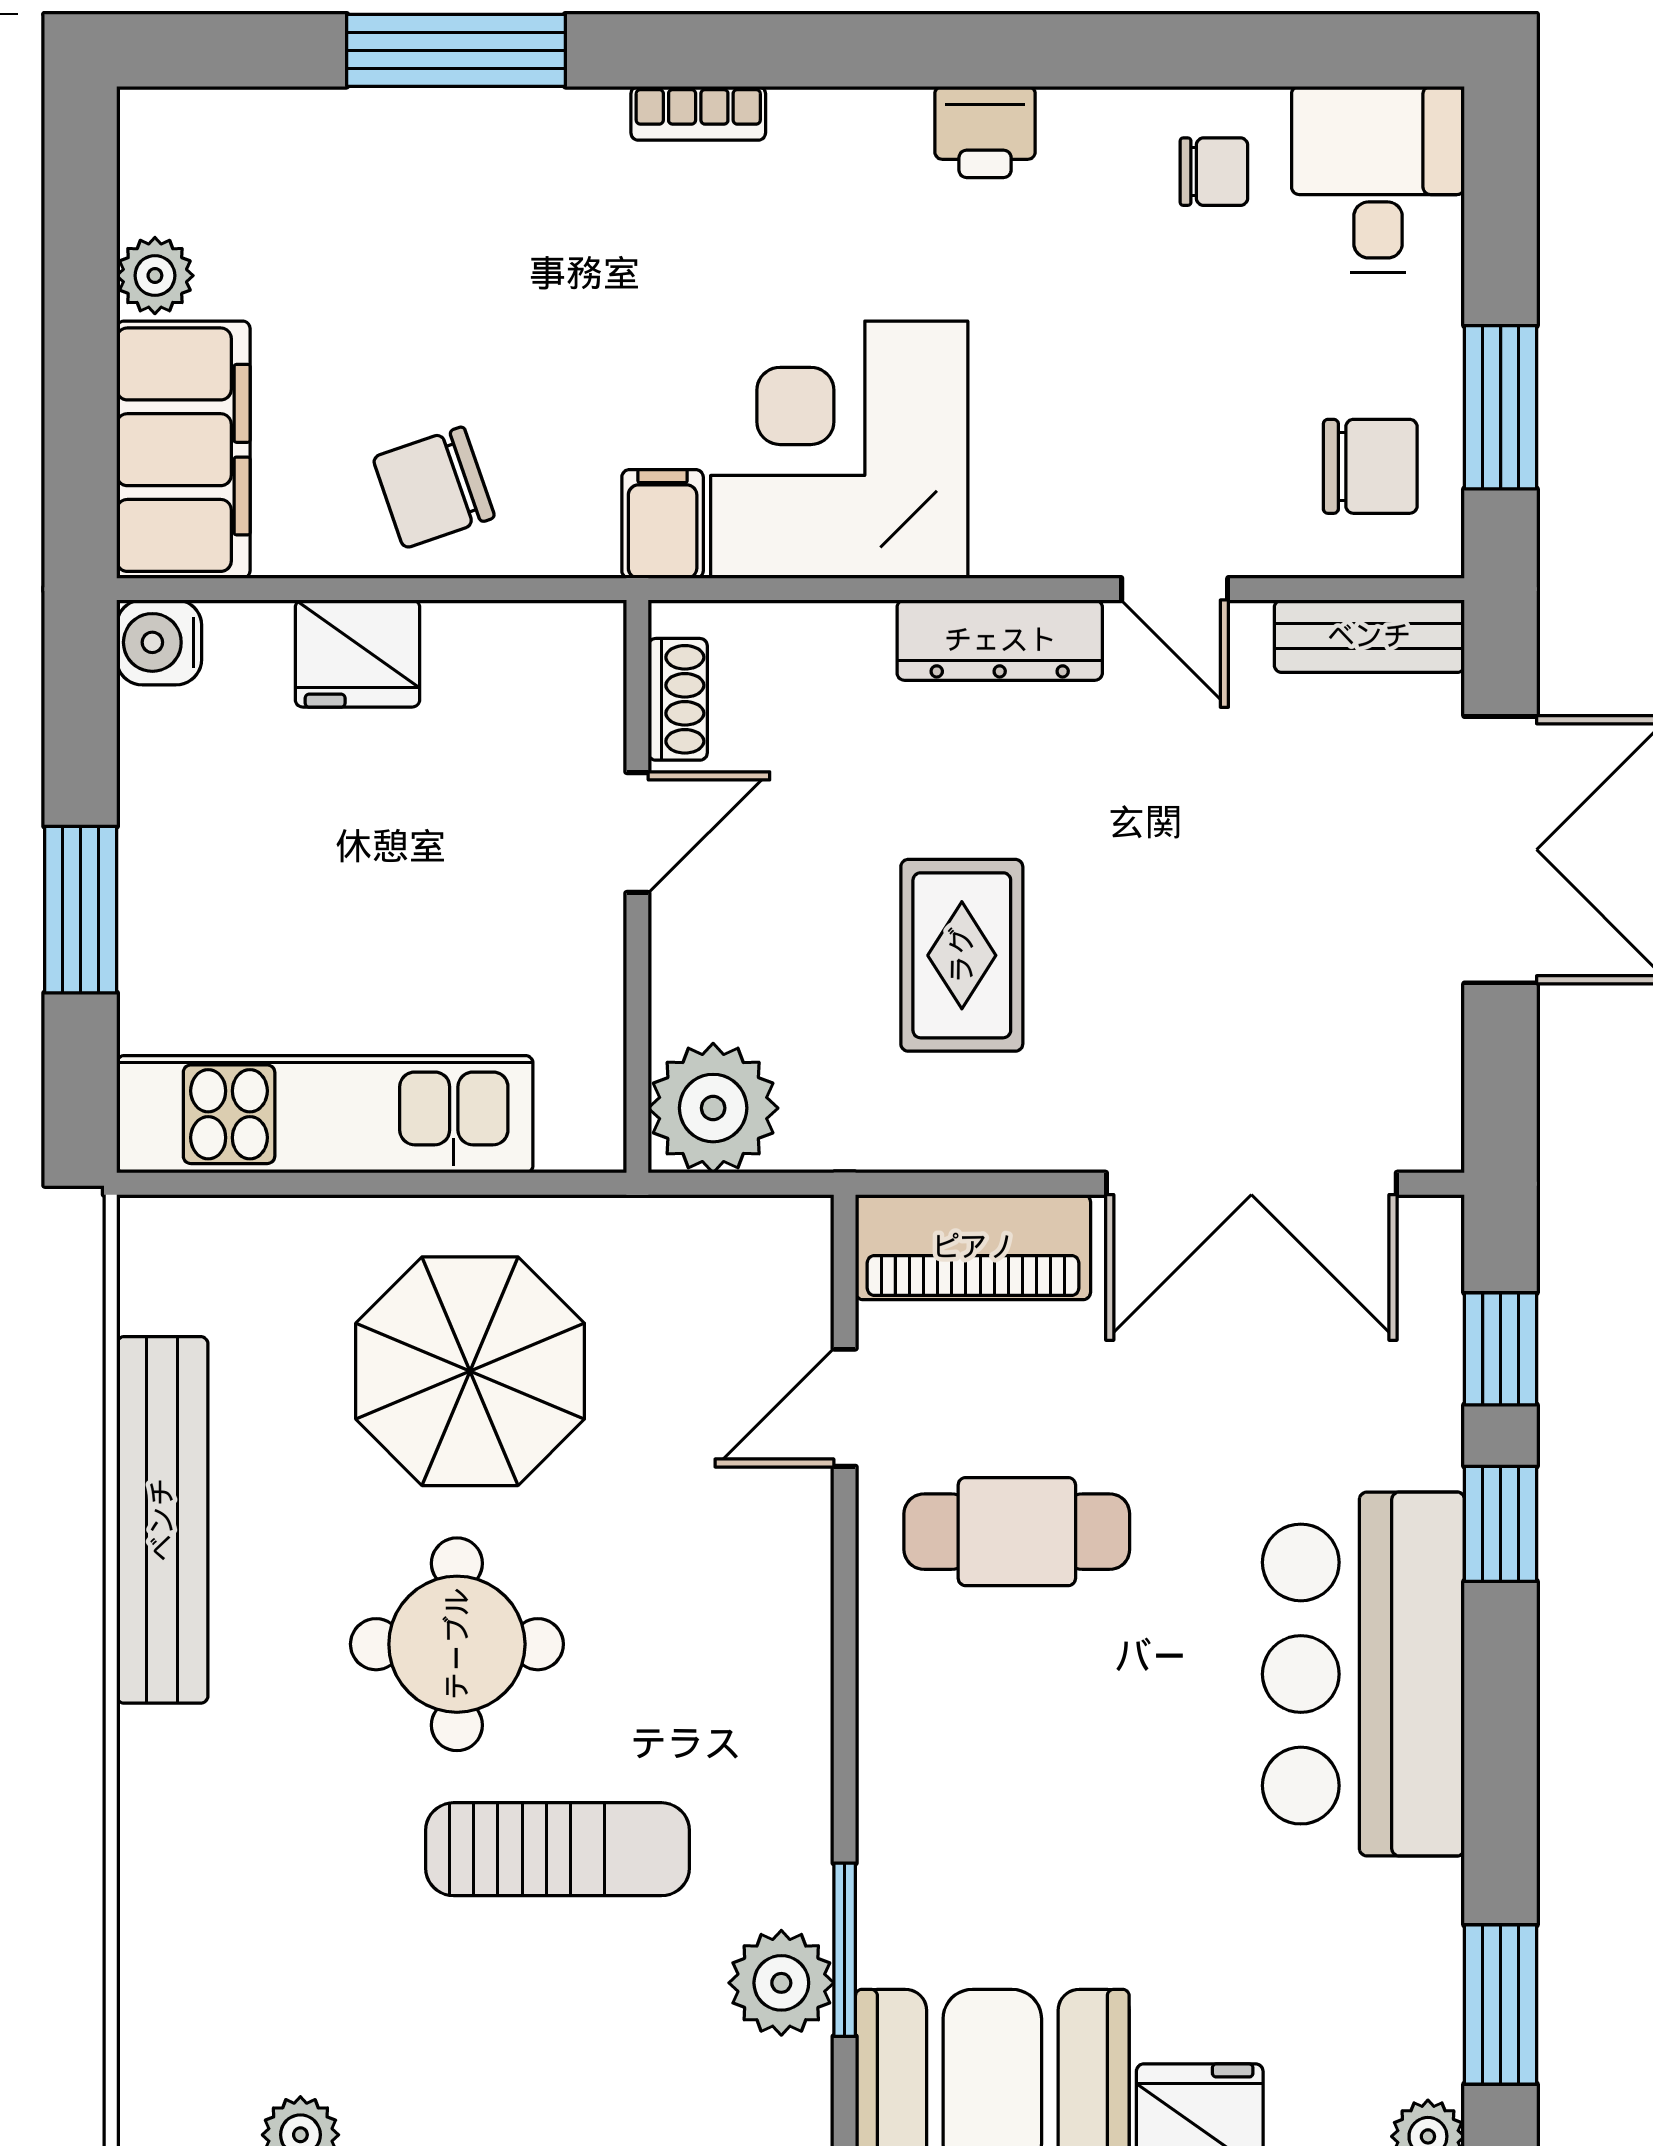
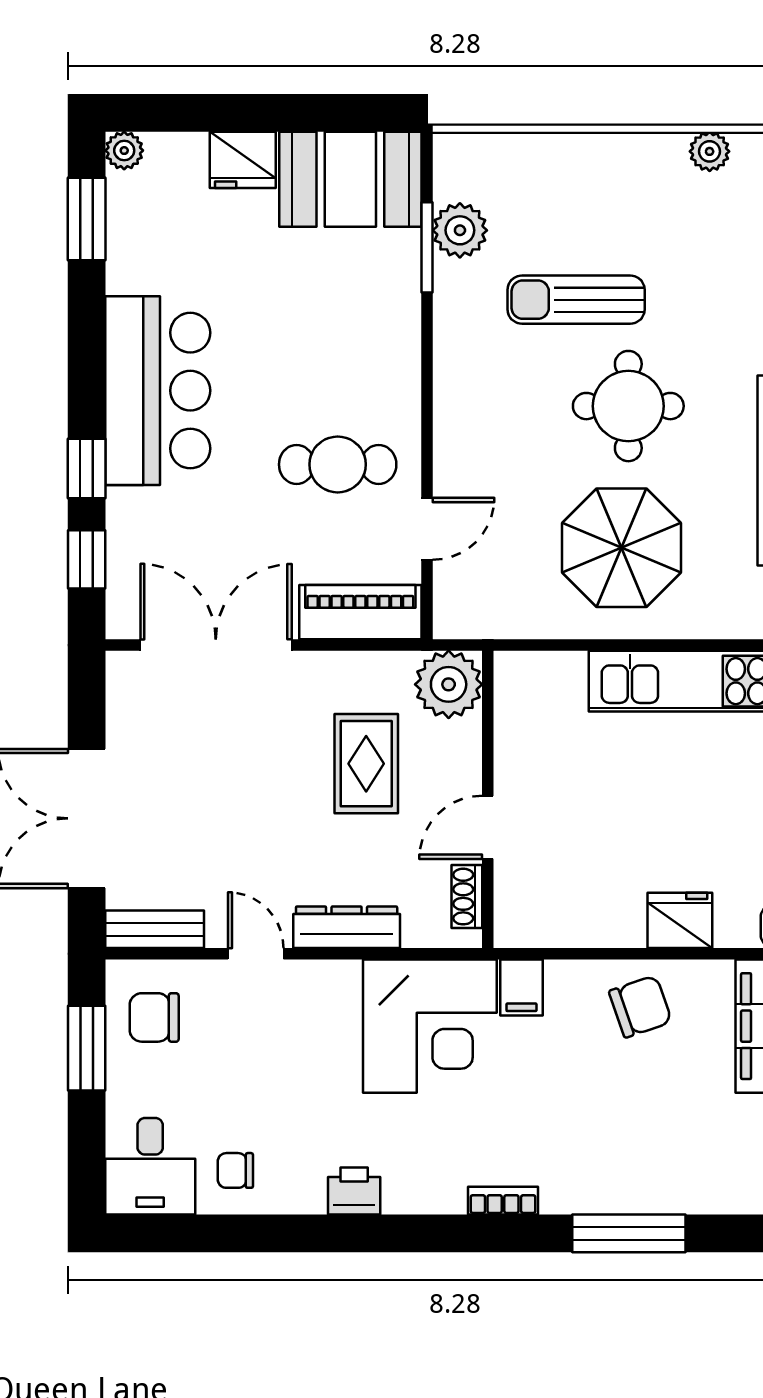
shoe rack: (678, 699) -> (467, 897), moved
door: (637, 833) -> (488, 827), moved
wall: (637, 886) -> (488, 799), moved
plant: (713, 1108) -> (449, 684), moved

